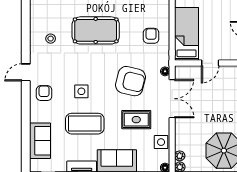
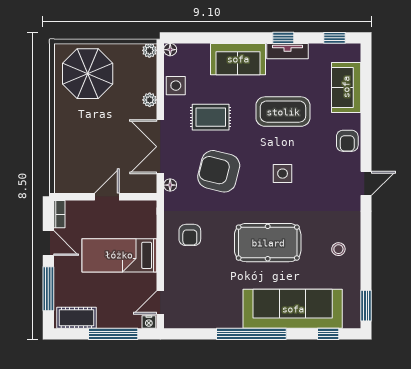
bed: (187, 34) -> (119, 255), moved, turned 90
stool: (51, 39) -> (338, 249), moved
side table: (81, 91) -> (283, 174), moved
armchair: (44, 93) -> (347, 141), moved
plant: (180, 156) -> (150, 100), moved

